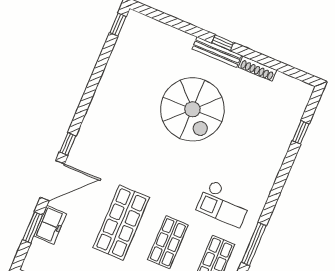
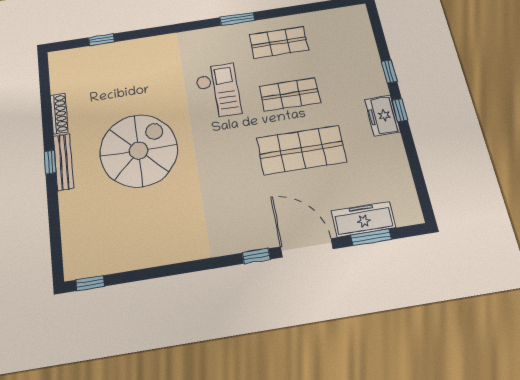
checkout: (224, 204) -> (218, 91), moved
freezer: (50, 225) -> (363, 219), width x1.40
window: (254, 244) -> (237, 19), width x0.69

